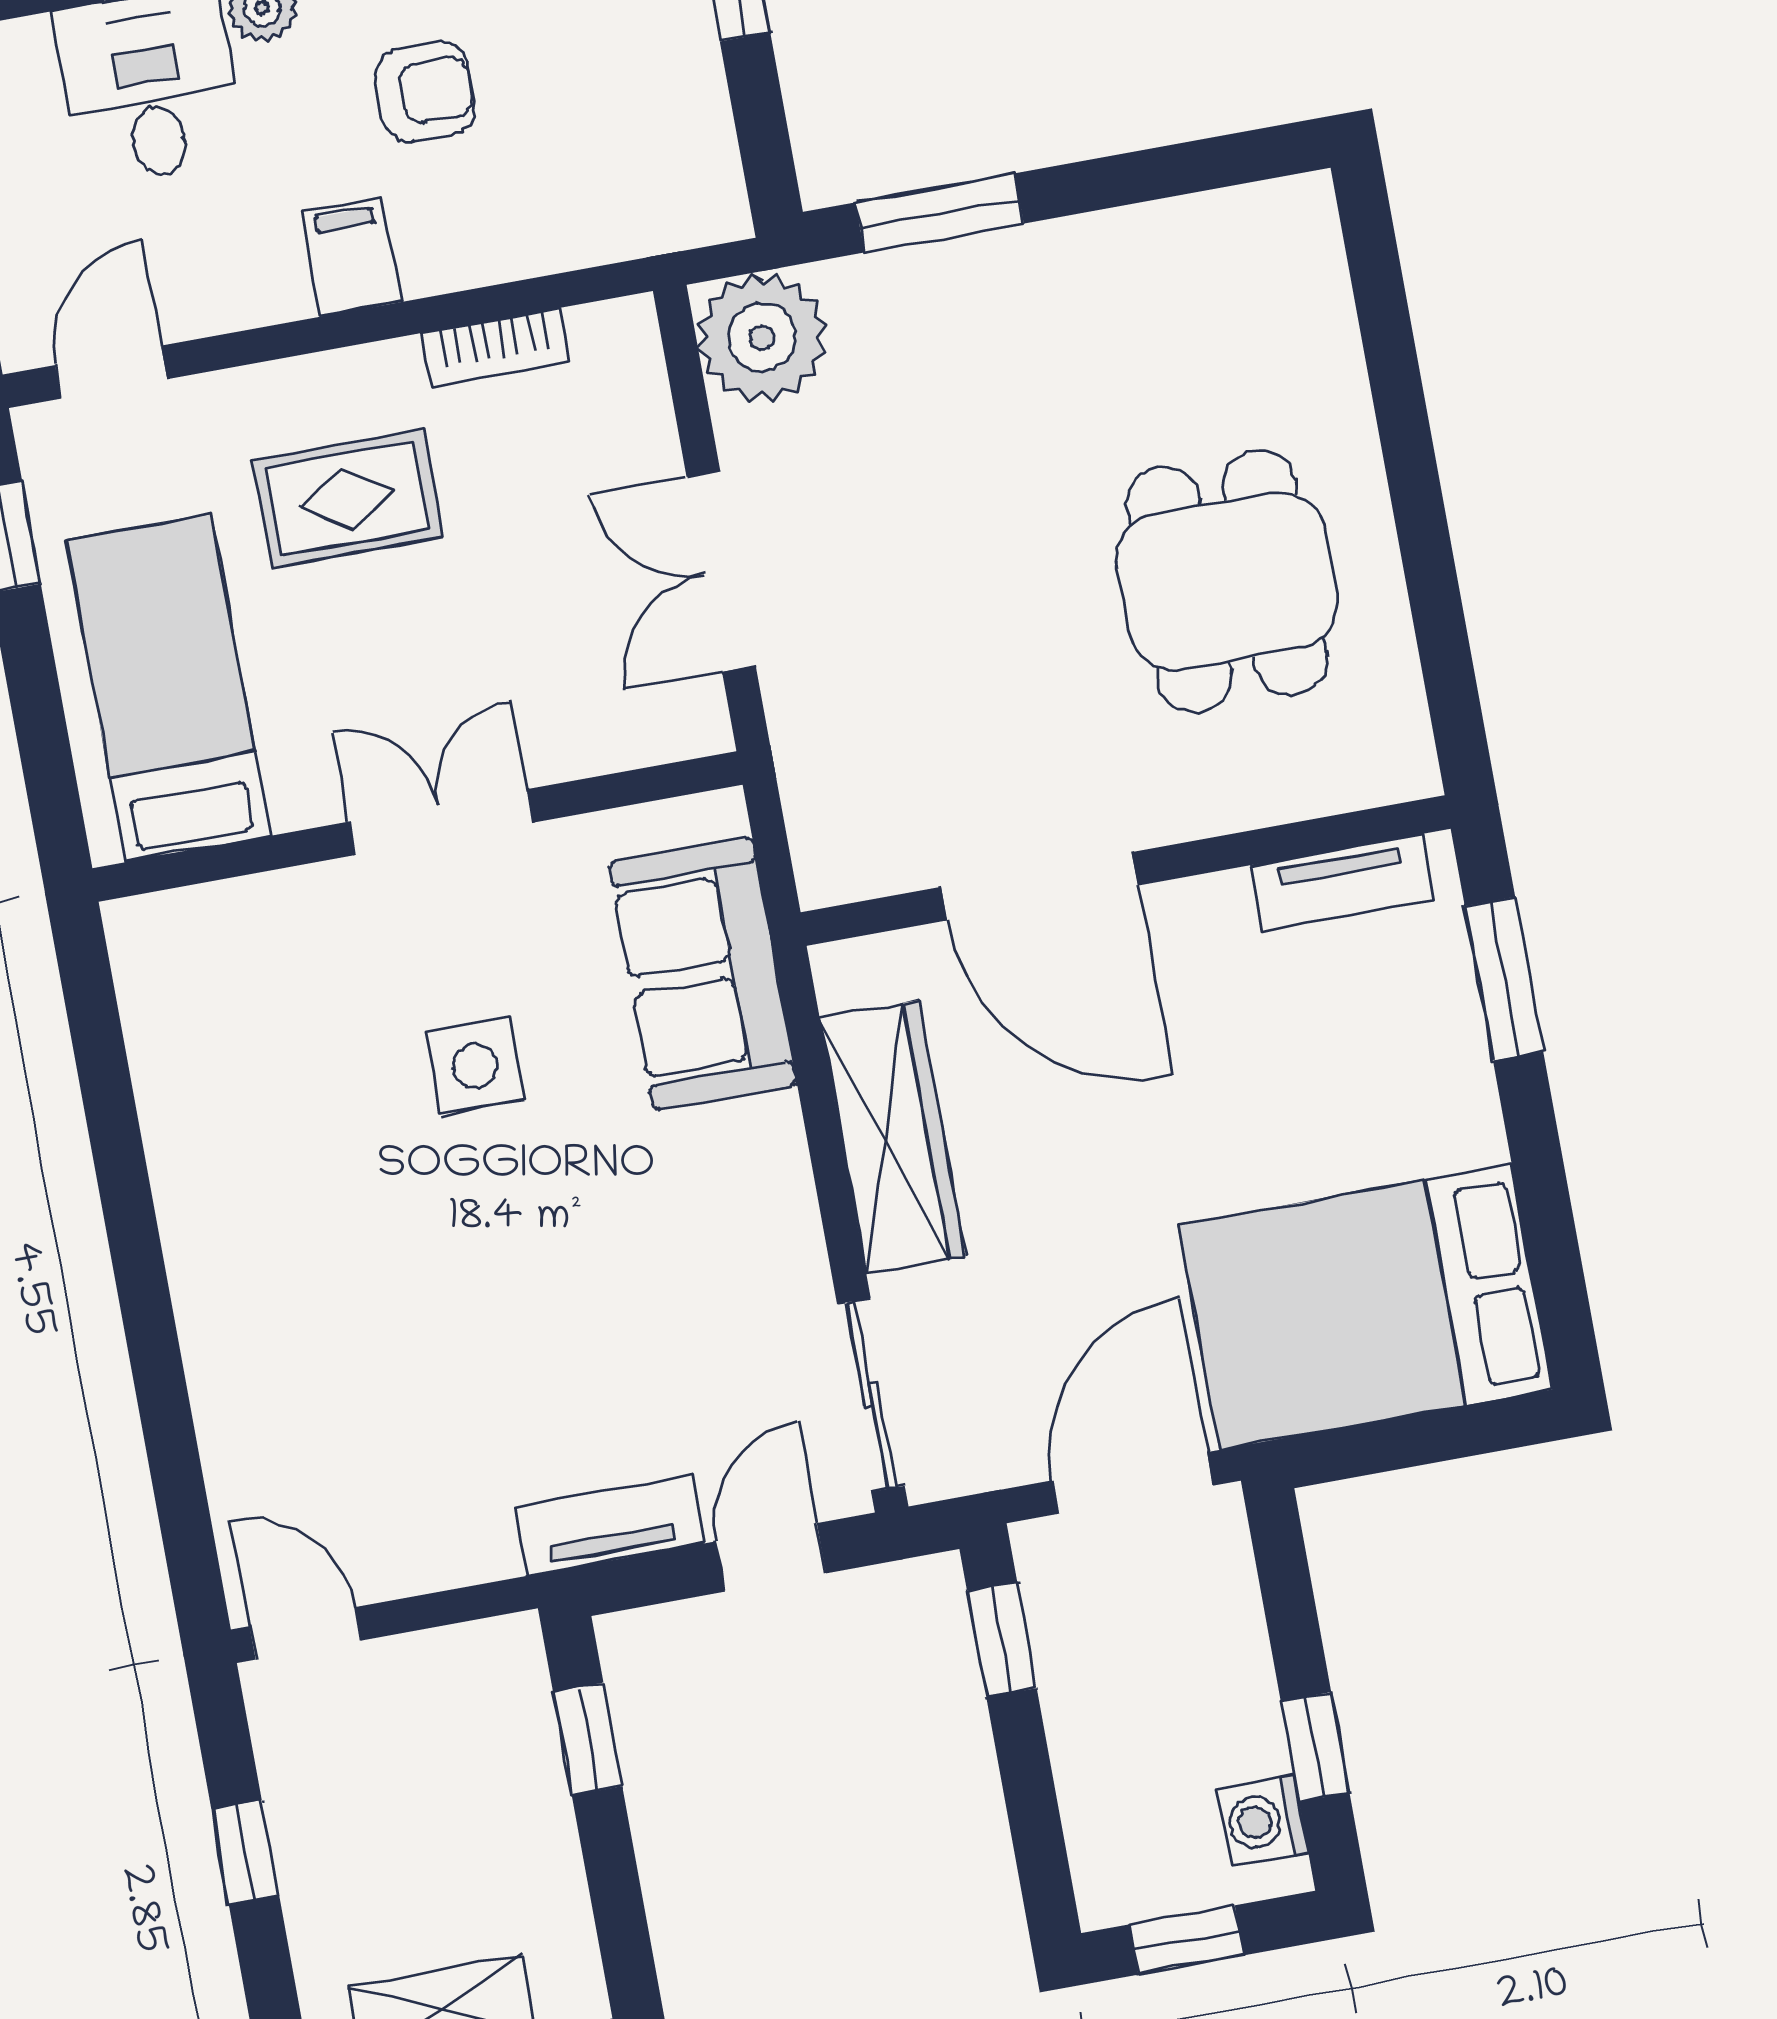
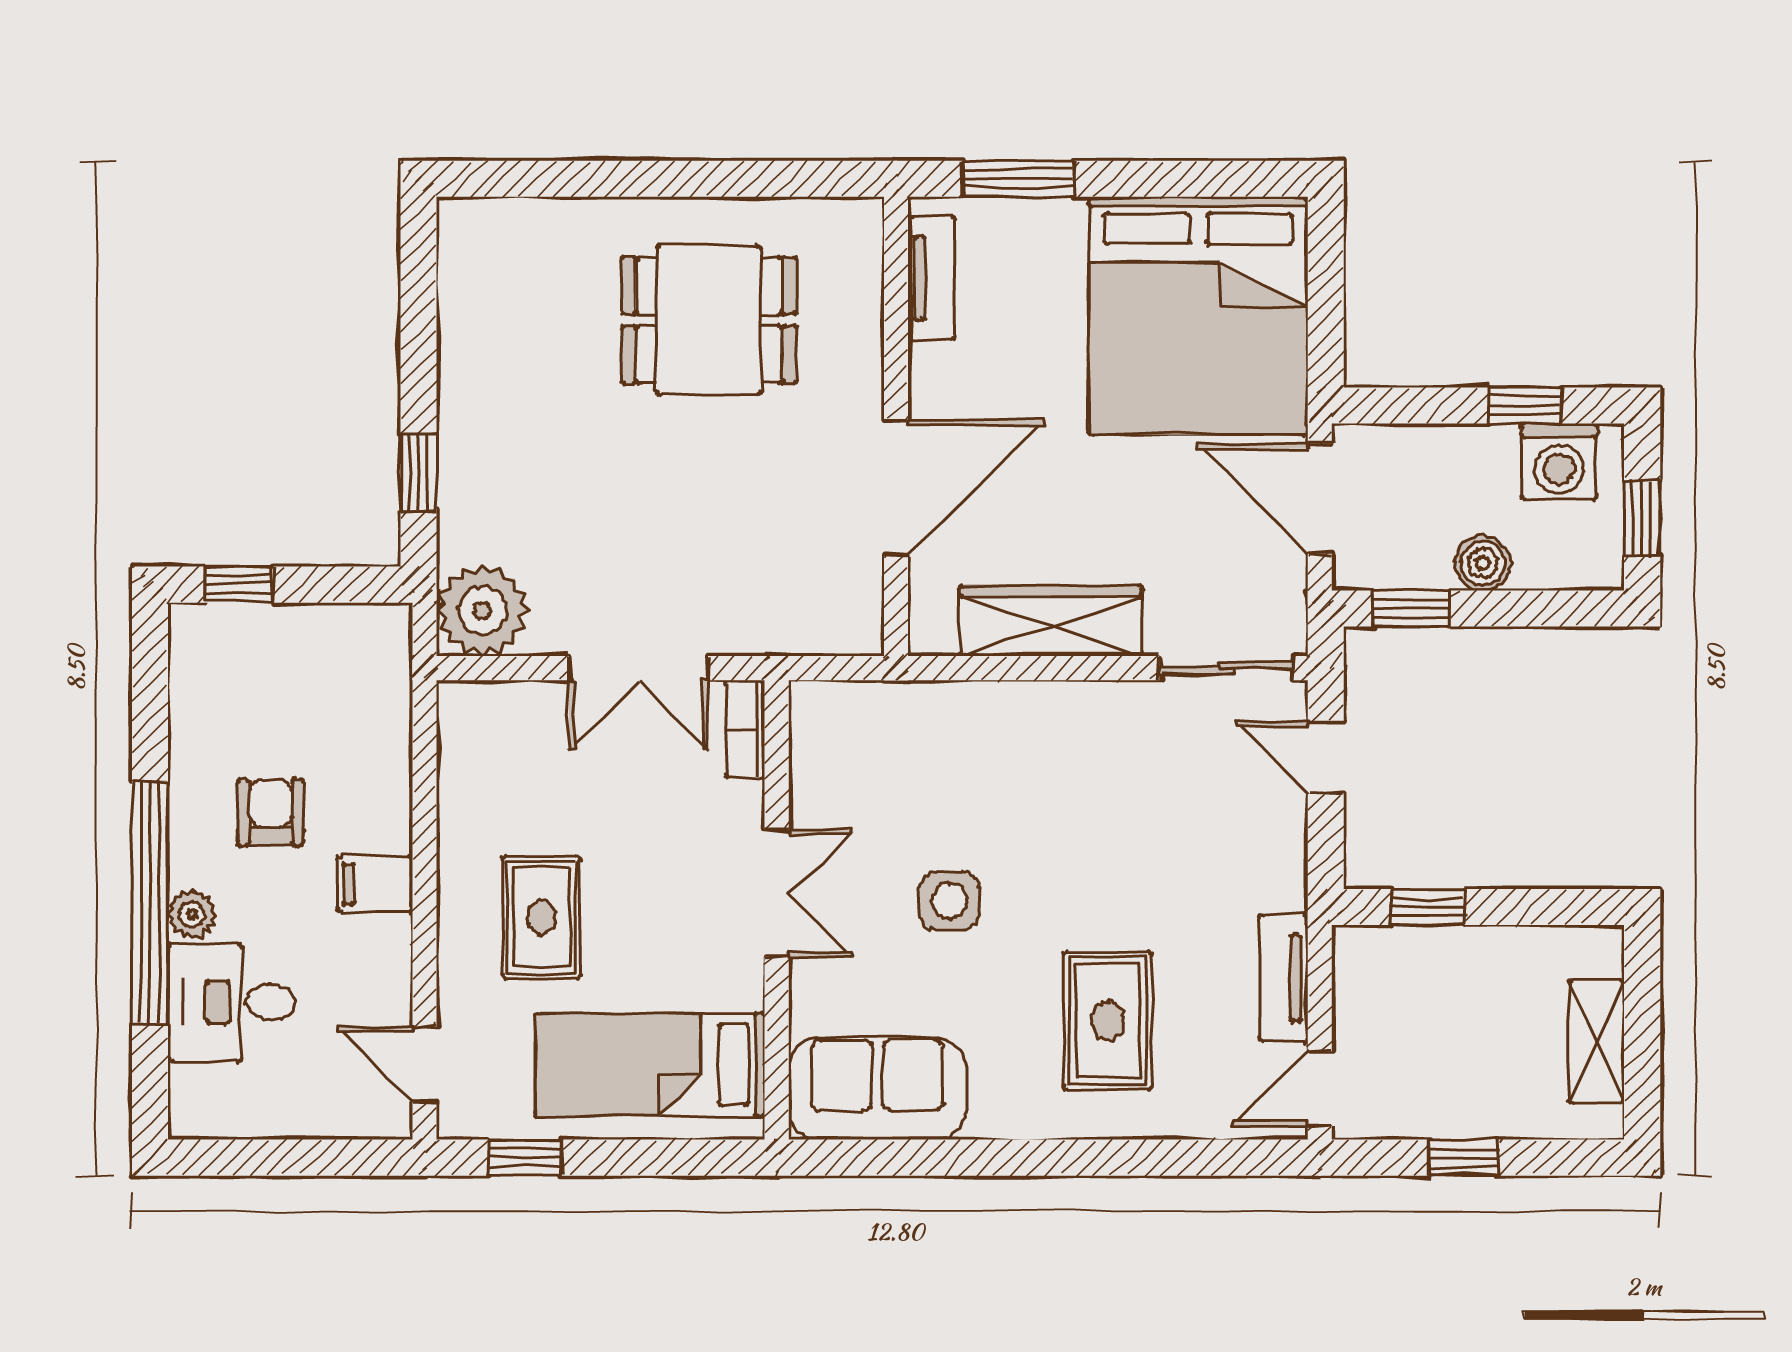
window: (940, 213) -> (419, 472), width x0.67
bookcase: (496, 348) -> (745, 729), moved, turned 180
double door: (441, 822) -> (777, 893), swing flipped
sofa: (703, 974) -> (877, 1089), moved, turned 180
bed: (1366, 1307) -> (1199, 316), width x1.36
rug: (347, 1319) -> (1108, 1021), added
tv unit: (609, 1526) -> (1284, 978), moved
boiler: (1084, 1728) -> (1483, 563), added
washing machine: (1263, 1821) -> (1559, 462), width x1.38, depth x1.38

